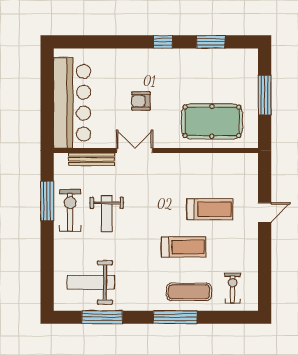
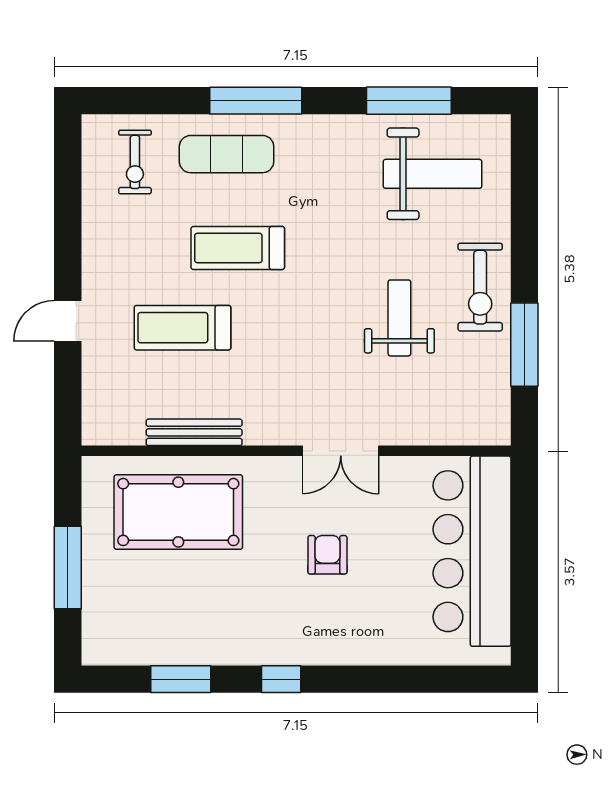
armchair: (141, 101) -> (327, 555), turned -90
bench: (92, 159) -> (194, 432), moved
exercise bike: (70, 210) -> (480, 287), moved

